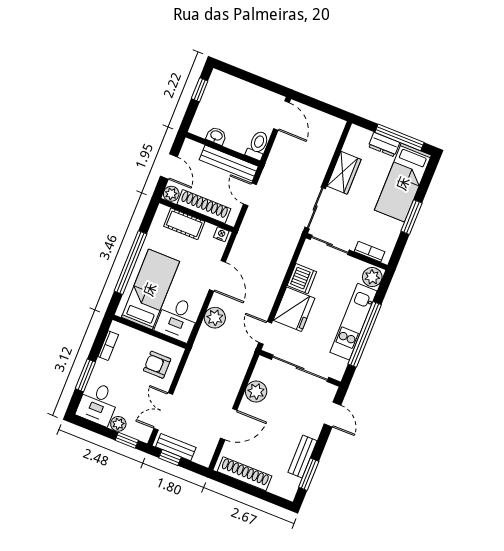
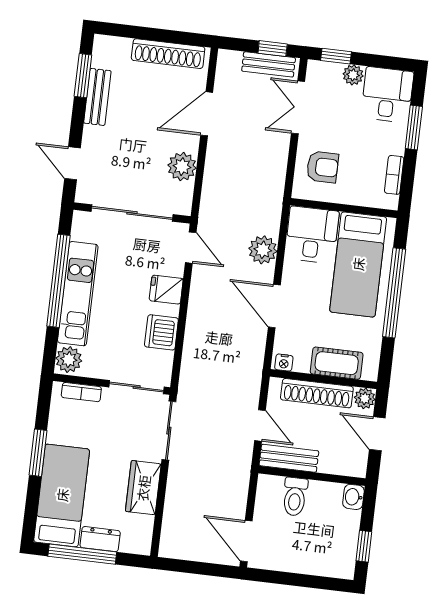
washbasin: (216, 136) -> (353, 497), moved, turned 90
toilet: (258, 145) -> (295, 497), moved
bench: (229, 163) -> (289, 458), width x0.73
fridge: (294, 309) -> (166, 290), width x0.53, depth x0.75
double door: (163, 411) -> (298, 107), swing flipped

